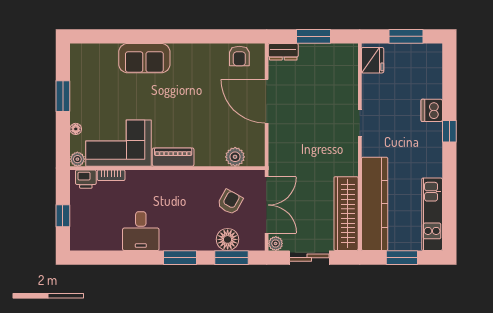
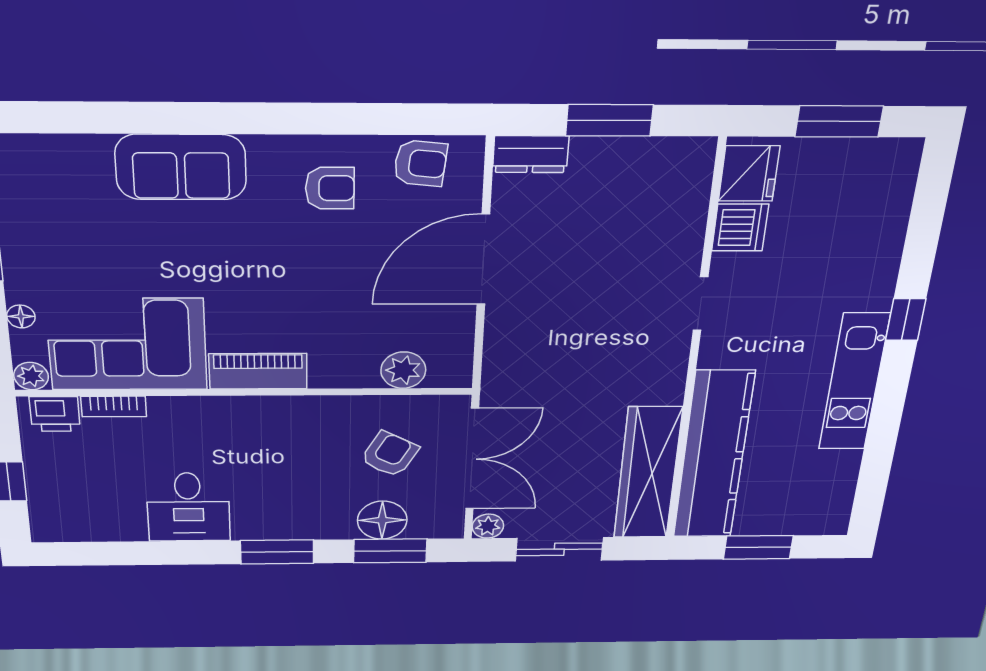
armchair: (239, 56) -> (420, 163), turned -84
armchair: (203, 68) -> (330, 188), added
door: (267, 101) -> (483, 260), hinge flipped
dishwasher: (432, 110) -> (740, 228), moved, turned 180
kitchen unit: (432, 214) -> (854, 382), moved

